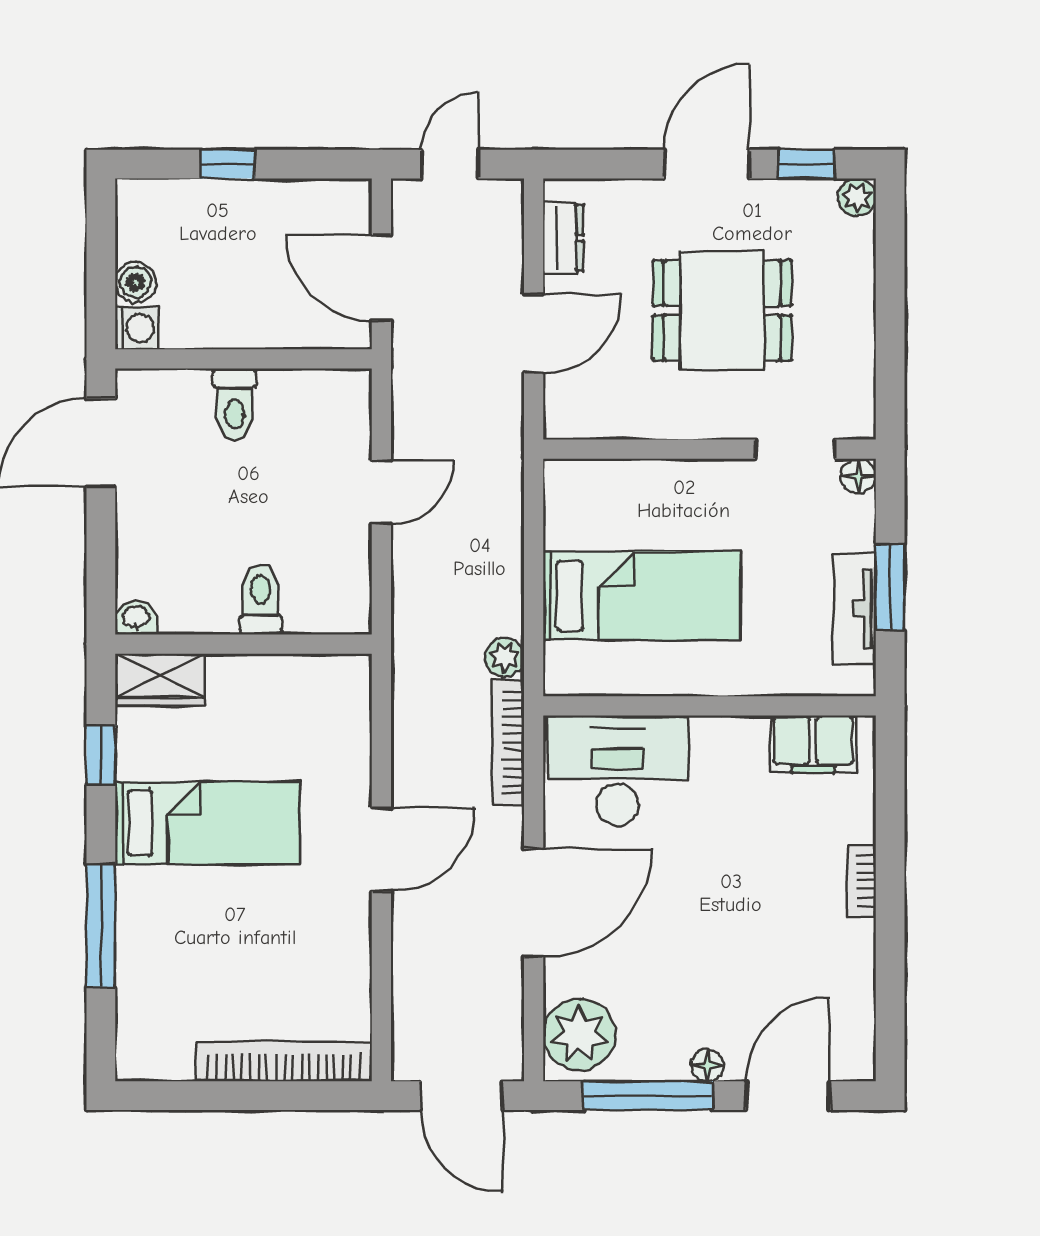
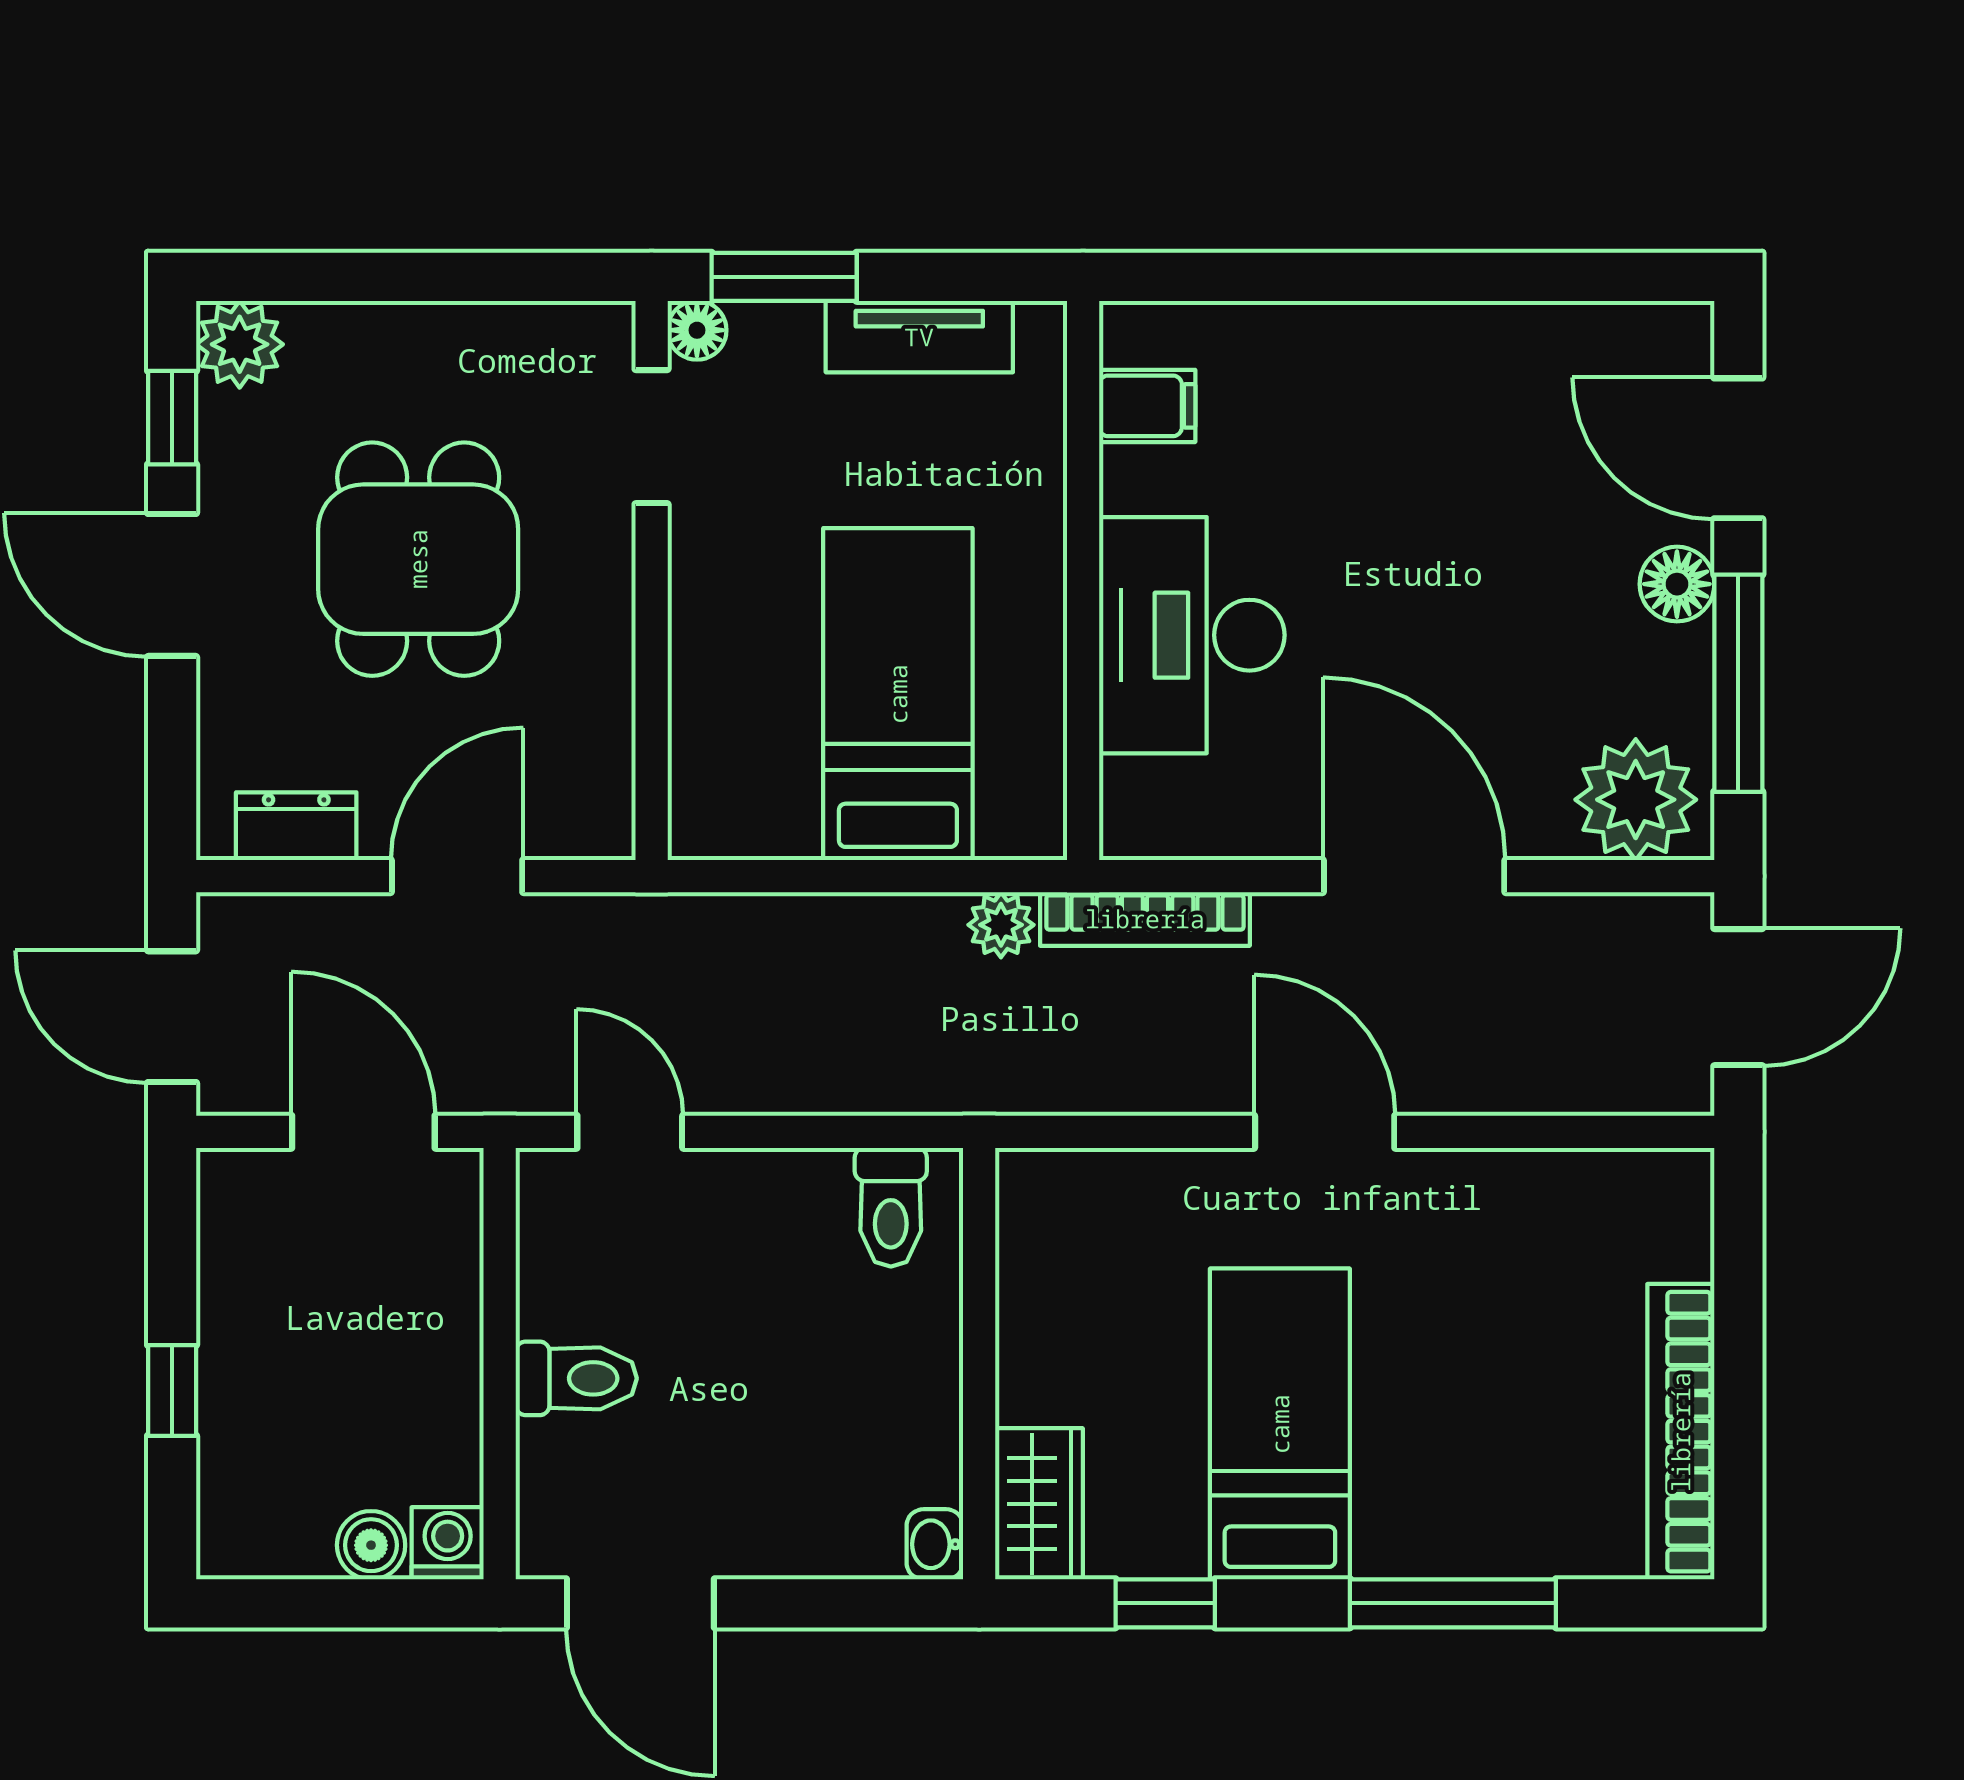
door: (450, 164) -> (172, 1017), width x1.38
plant: (857, 197) -> (240, 344), width x1.38, depth x1.38
door: (381, 278) -> (363, 1132), swing flipped
door: (534, 334) -> (457, 876), hinge flipped
door: (381, 492) -> (630, 1132), moved
window: (890, 587) -> (784, 277), moved
toilet: (260, 599) -> (891, 1207), moved, turned -90
filing cabinet: (813, 744) -> (1147, 406), width x0.50
desk: (618, 771) -> (1192, 635), moved
bookcase: (862, 881) -> (1378, 325), removed
bookcase: (284, 1061) -> (1681, 1432), moved
floor lamp: (707, 1065) -> (1677, 584), width x1.37, depth x1.37

